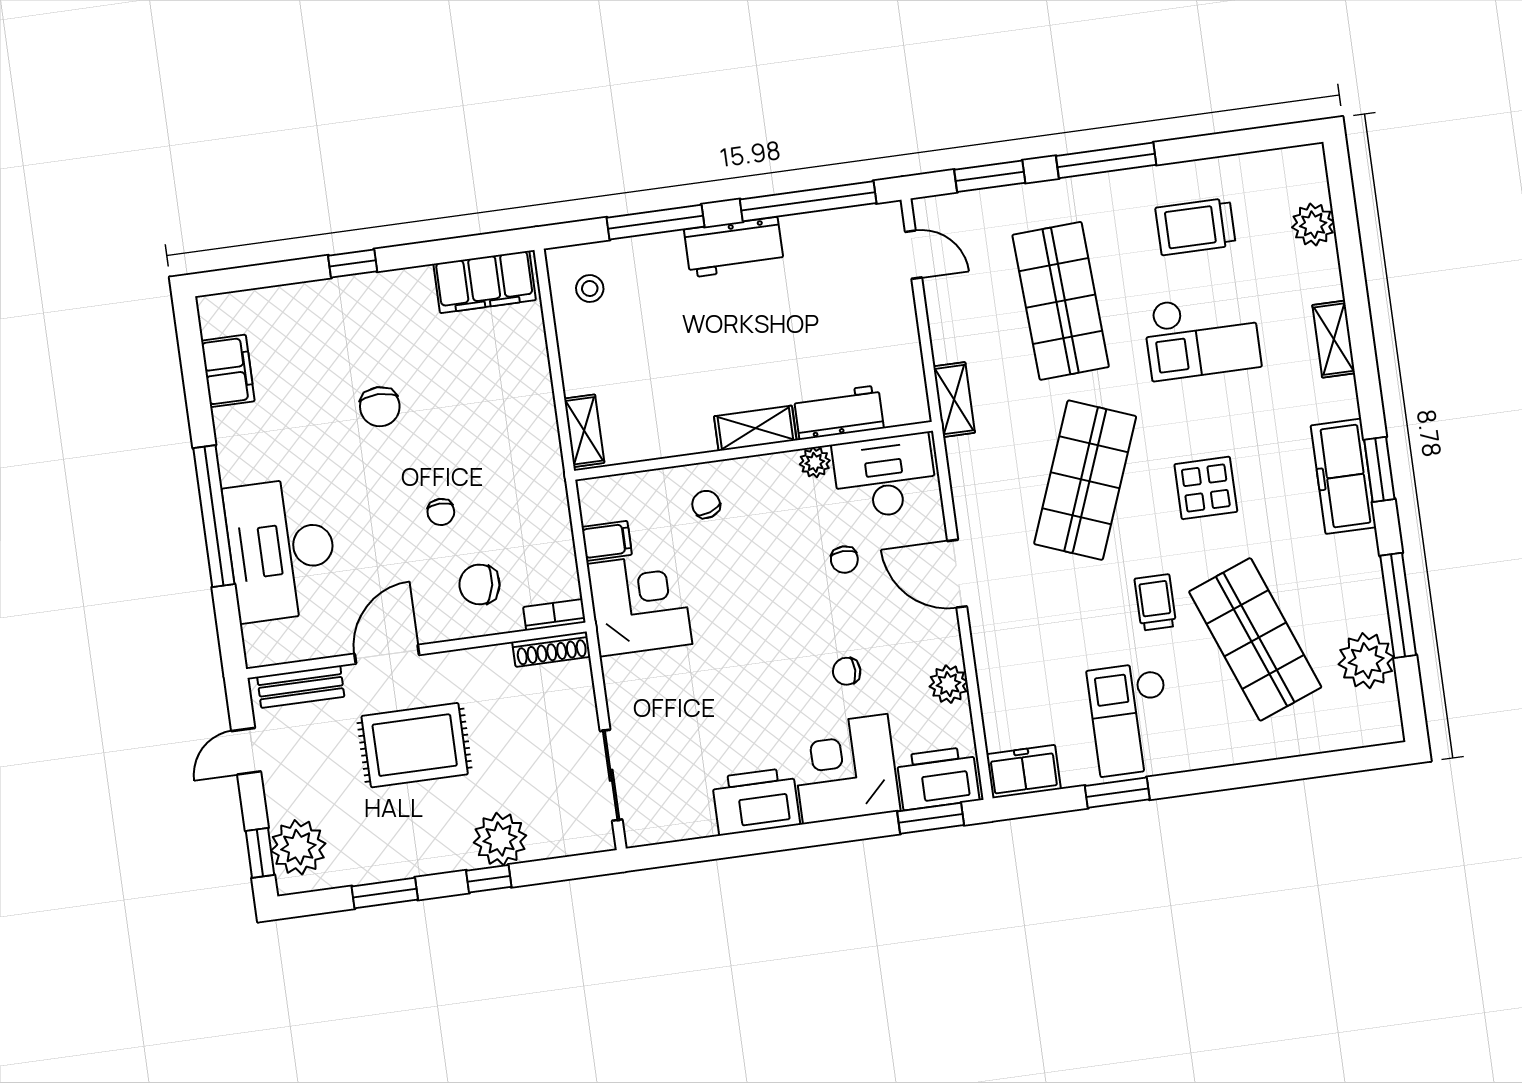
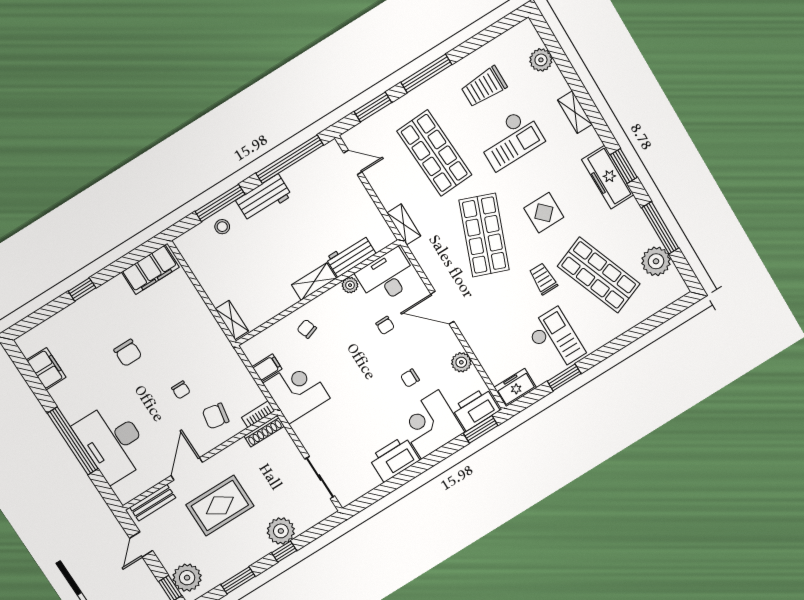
stool: (590, 289) -> (222, 227), moved
checkout: (1131, 719) -> (556, 340), turned 180

